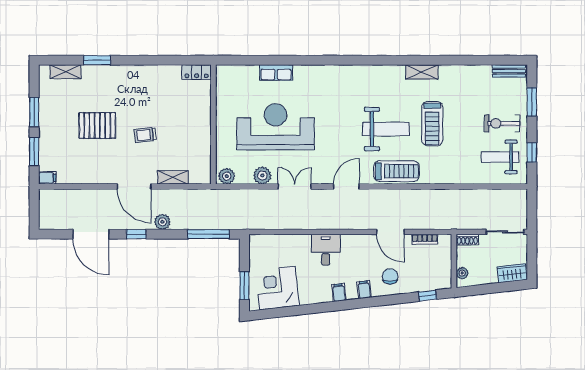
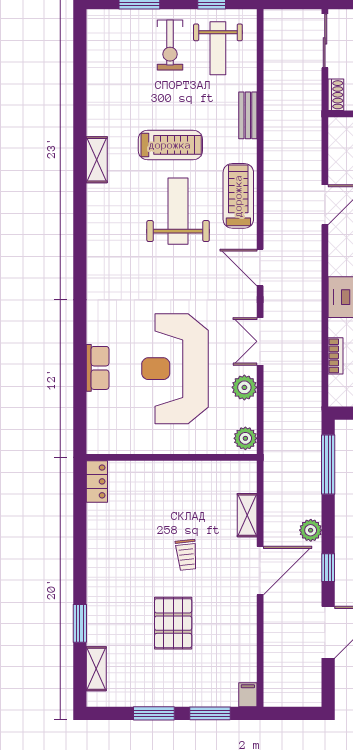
bench: (509, 71) -> (248, 115), moved
bookcase: (425, 239) -> (336, 356), moved

